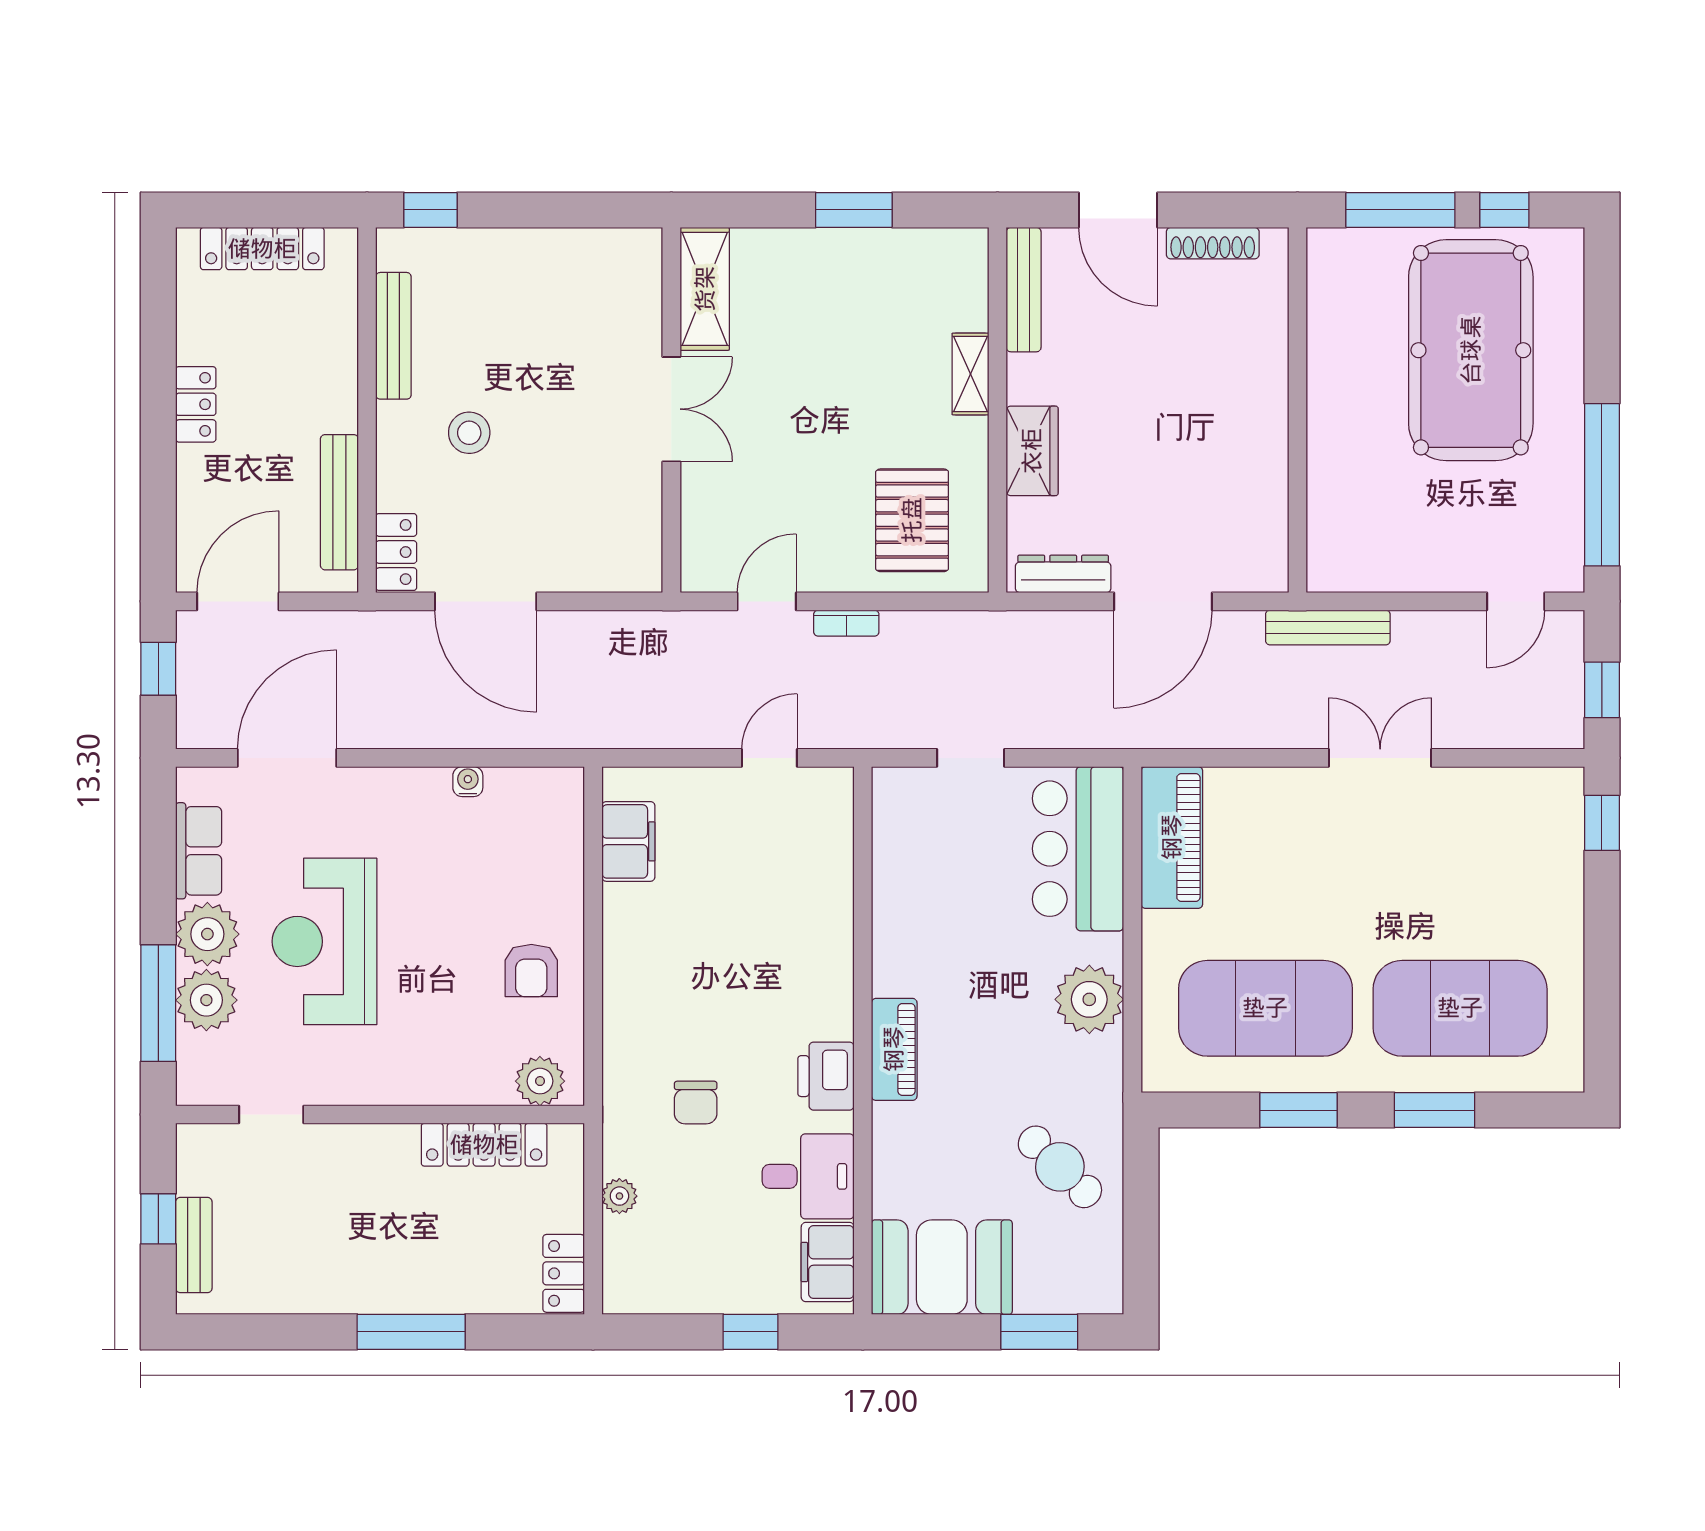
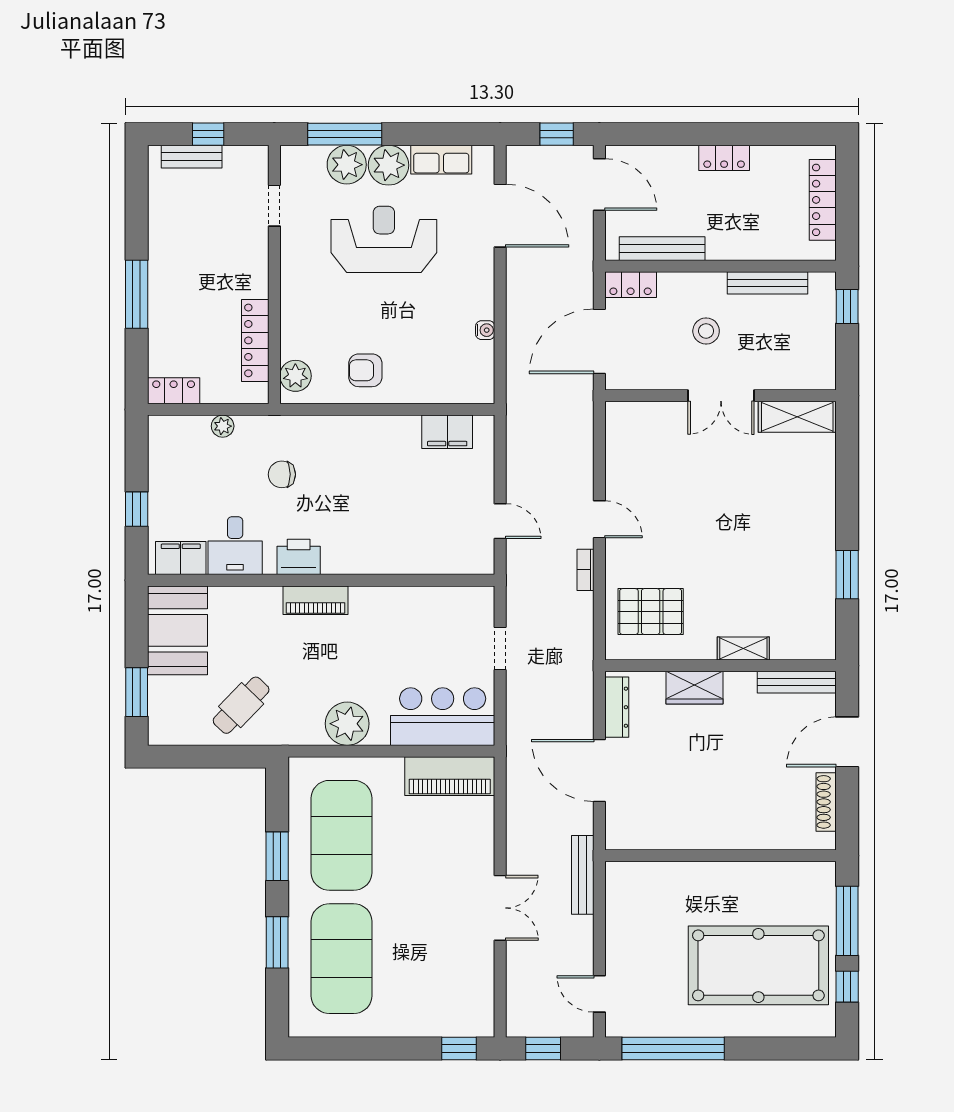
shelving: (705, 289) -> (797, 417), moved
double door: (671, 409) -> (721, 396), moved
wall: (671, 410) -> (720, 396), moved

